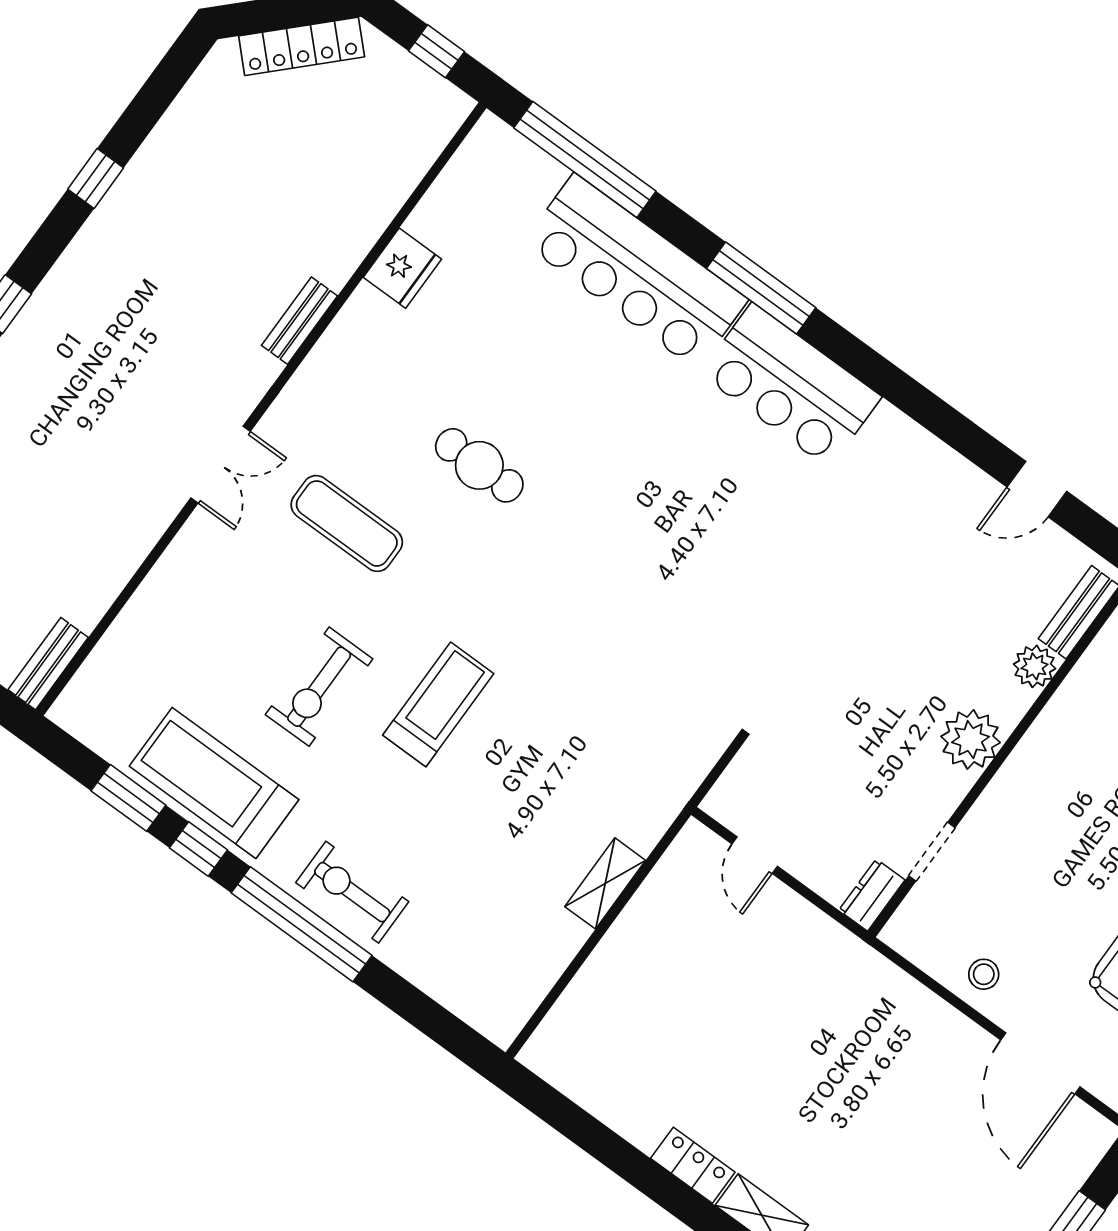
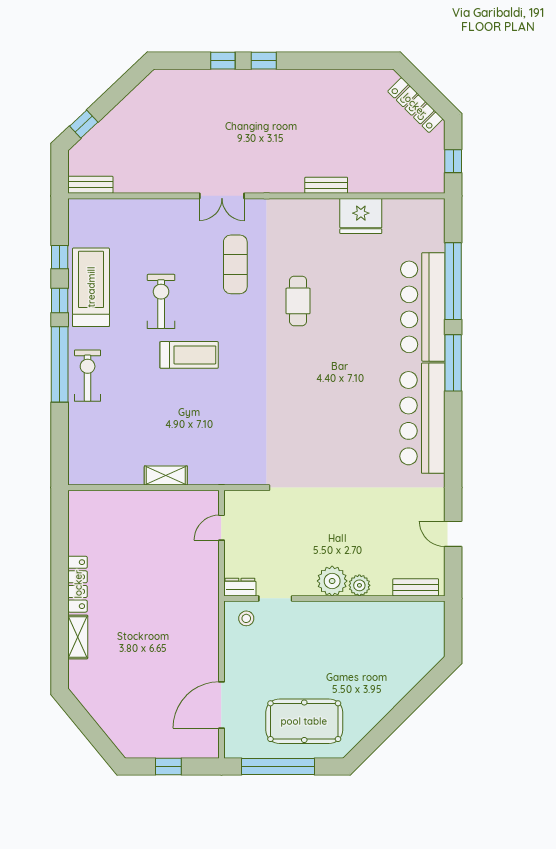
window: (585, 160) -> (453, 281), moved
window: (96, 178) -> (264, 61), moved
fridge: (402, 268) -> (361, 216), width x1.36, depth x1.34
bench: (299, 321) -> (326, 185), moved
bar counter: (791, 385) -> (422, 418), width x1.36
plant: (1035, 666) -> (359, 585), moved
exercise bike: (319, 687) -> (161, 301), turned 90
window: (128, 798) -> (60, 257), width x0.67
stool: (984, 974) -> (246, 618), moved
locker: (693, 1165) -> (78, 584), width x1.53

